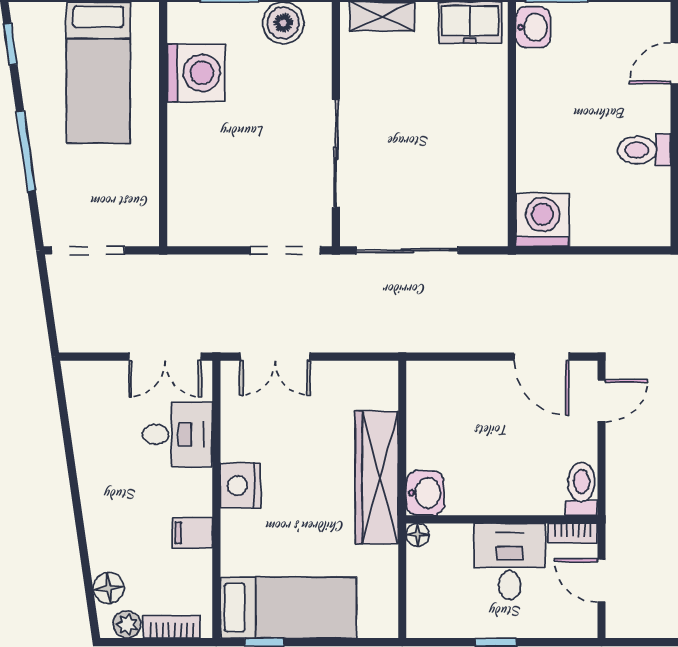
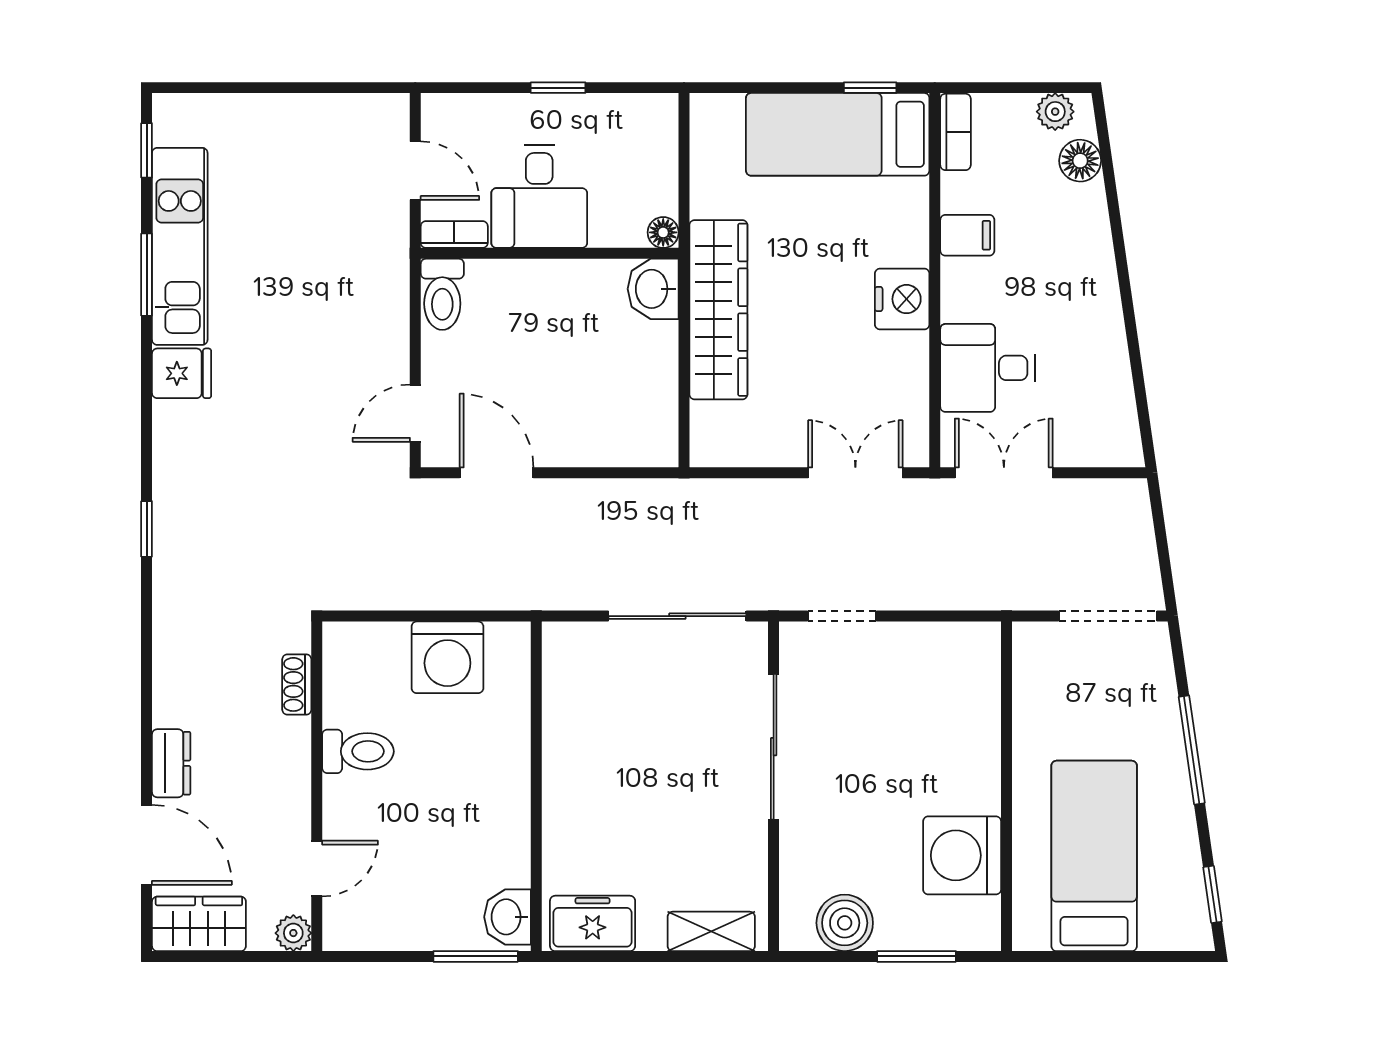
washing machine: (542, 220) -> (447, 657), moved
doorway: (285, 250) -> (842, 616), width x0.73
bookcase: (172, 627) -> (955, 132), moved, turned -90

